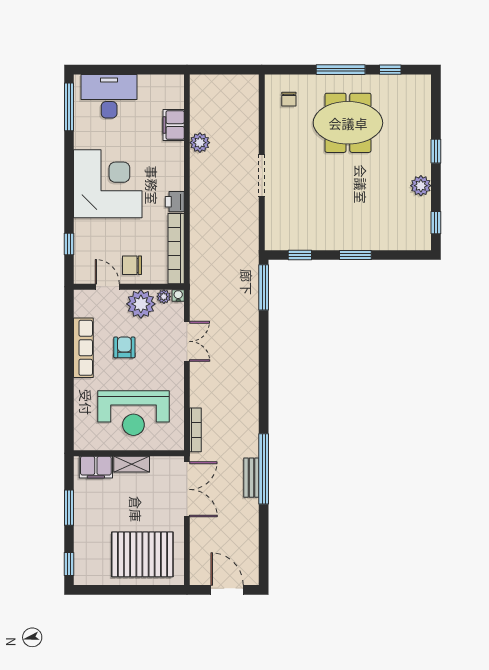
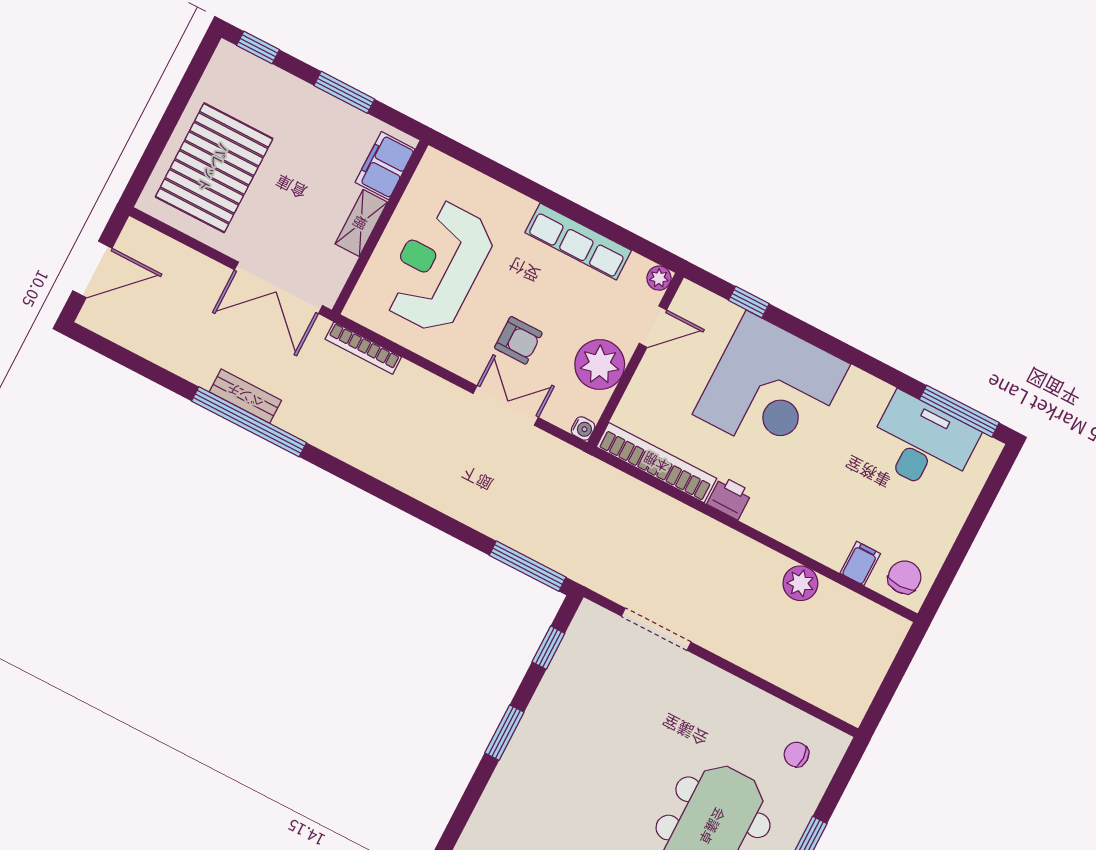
desk: (109, 96) -> (922, 444), moved, turned -90
filing cabinet: (174, 125) -> (860, 563), width x0.50
doorway: (262, 176) -> (656, 629), moved
corner desk: (108, 184) -> (771, 389), moved
chair: (132, 265) -> (905, 577), moved
plant: (164, 297) -> (659, 278), moved
double door: (187, 341) -> (506, 405), swing flipped
armchair: (124, 347) -> (518, 340), moved

